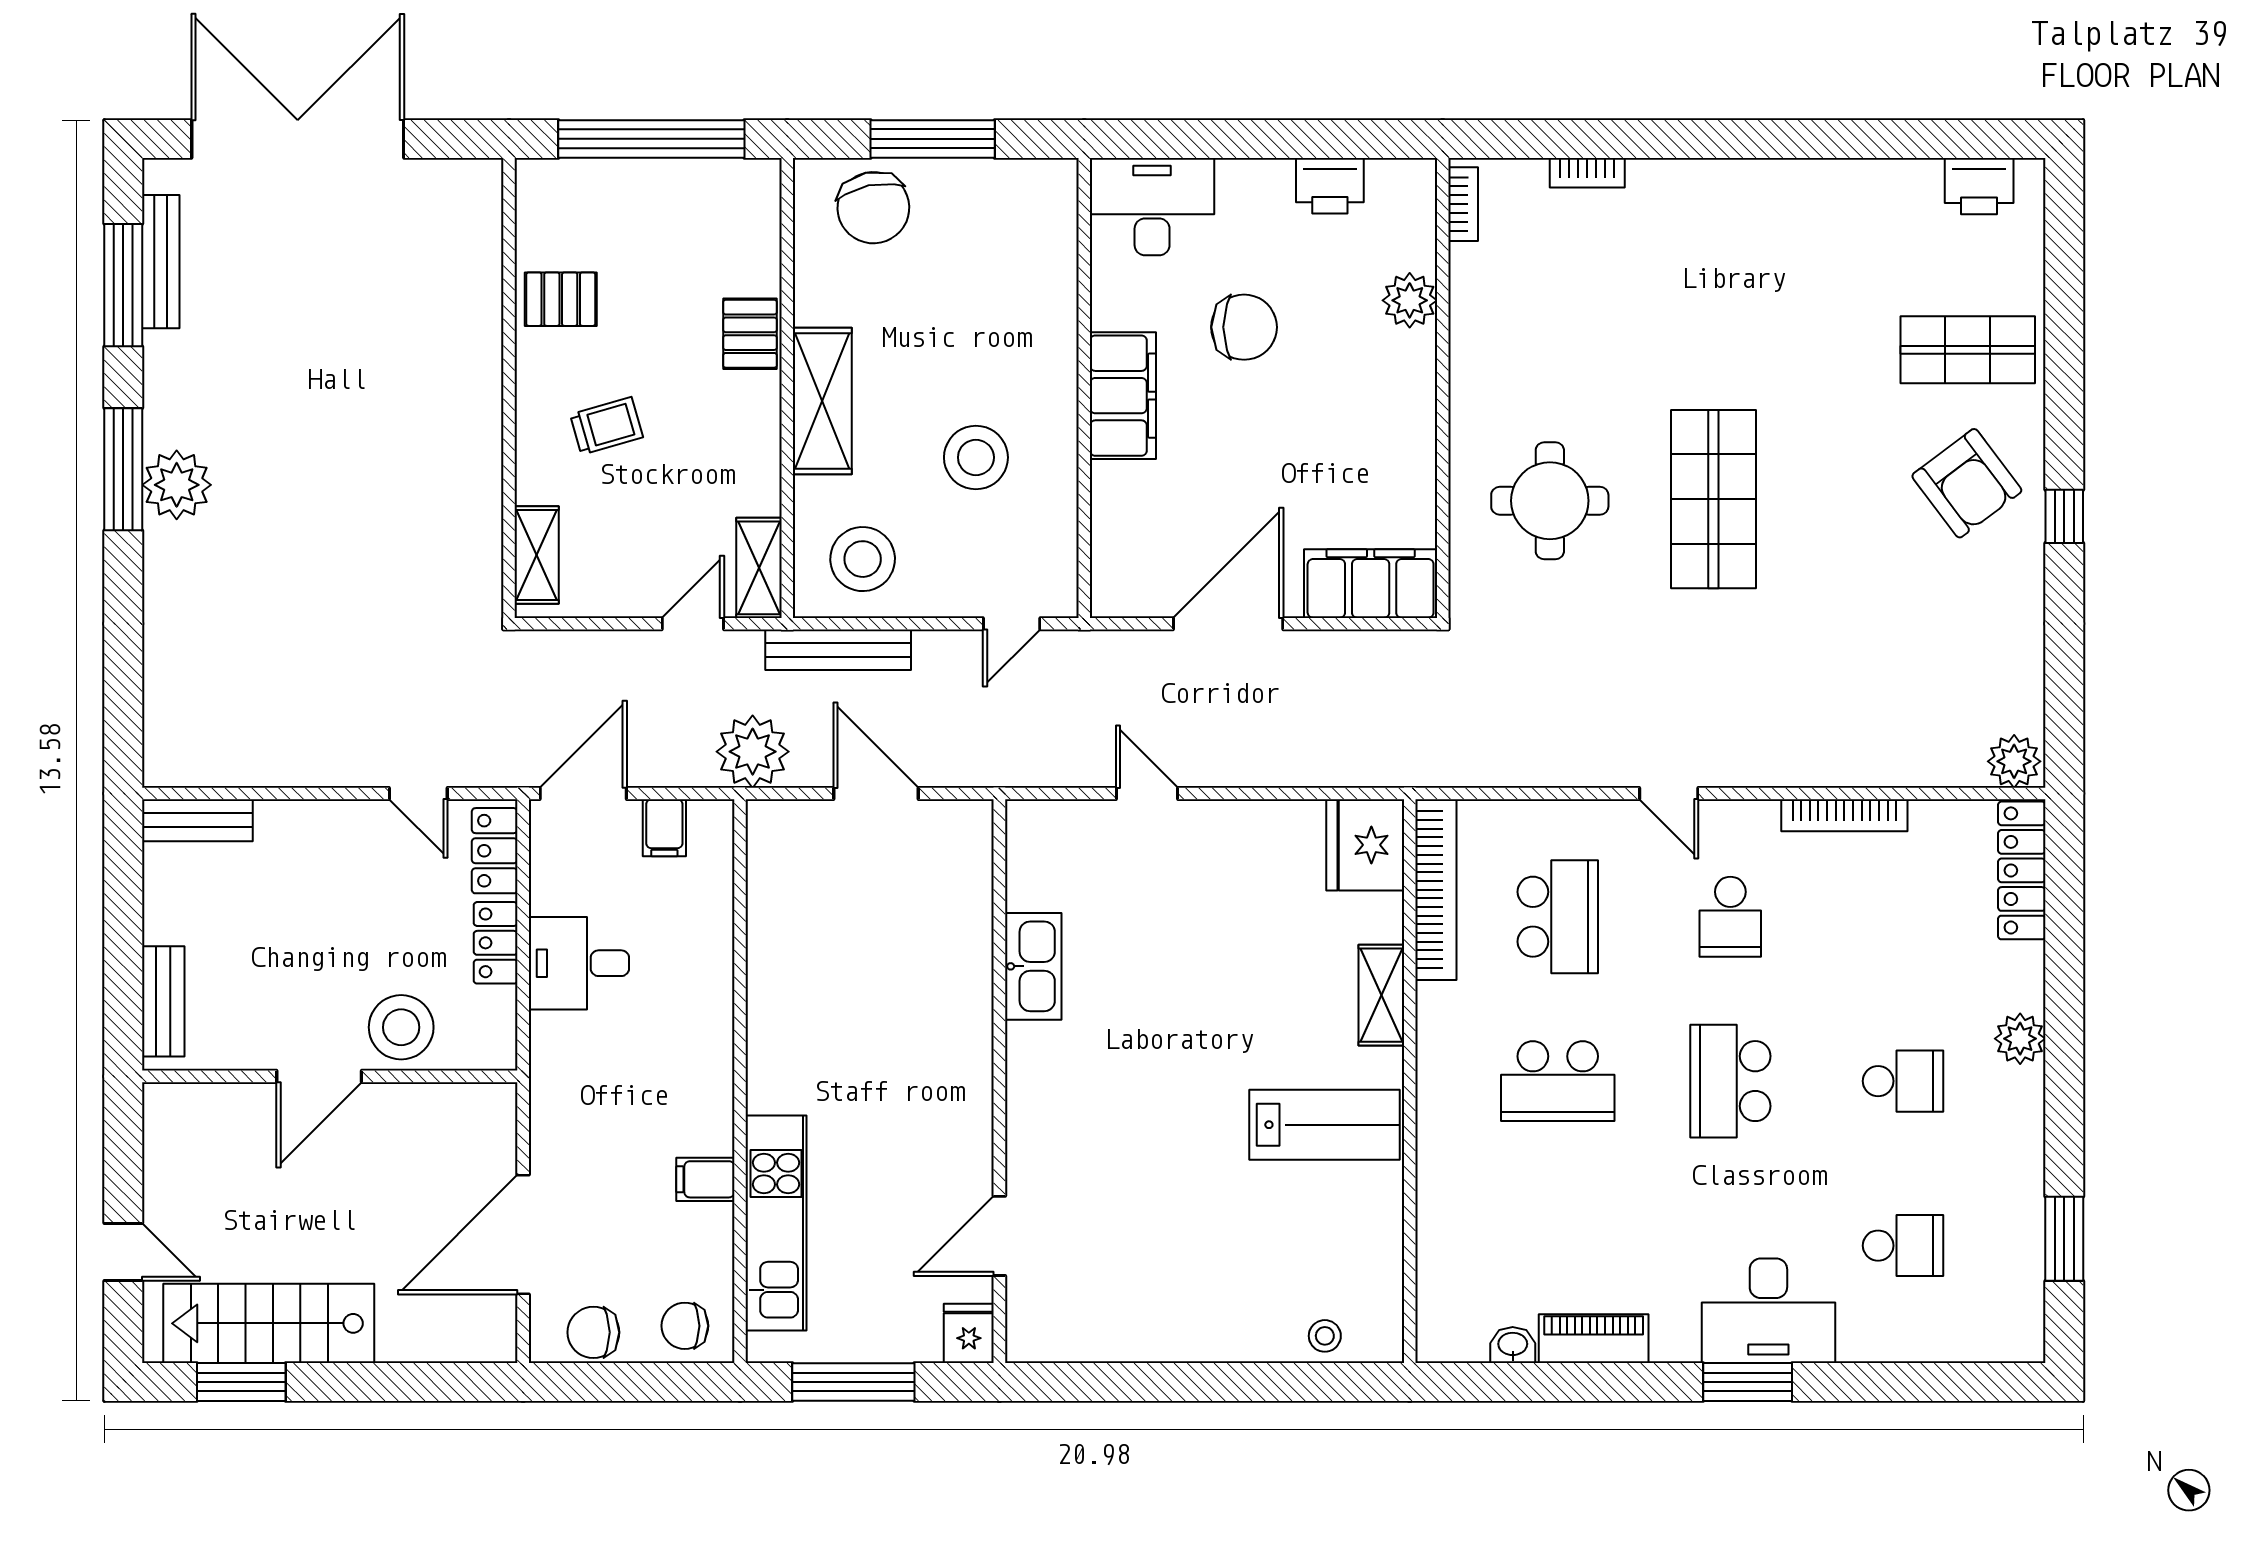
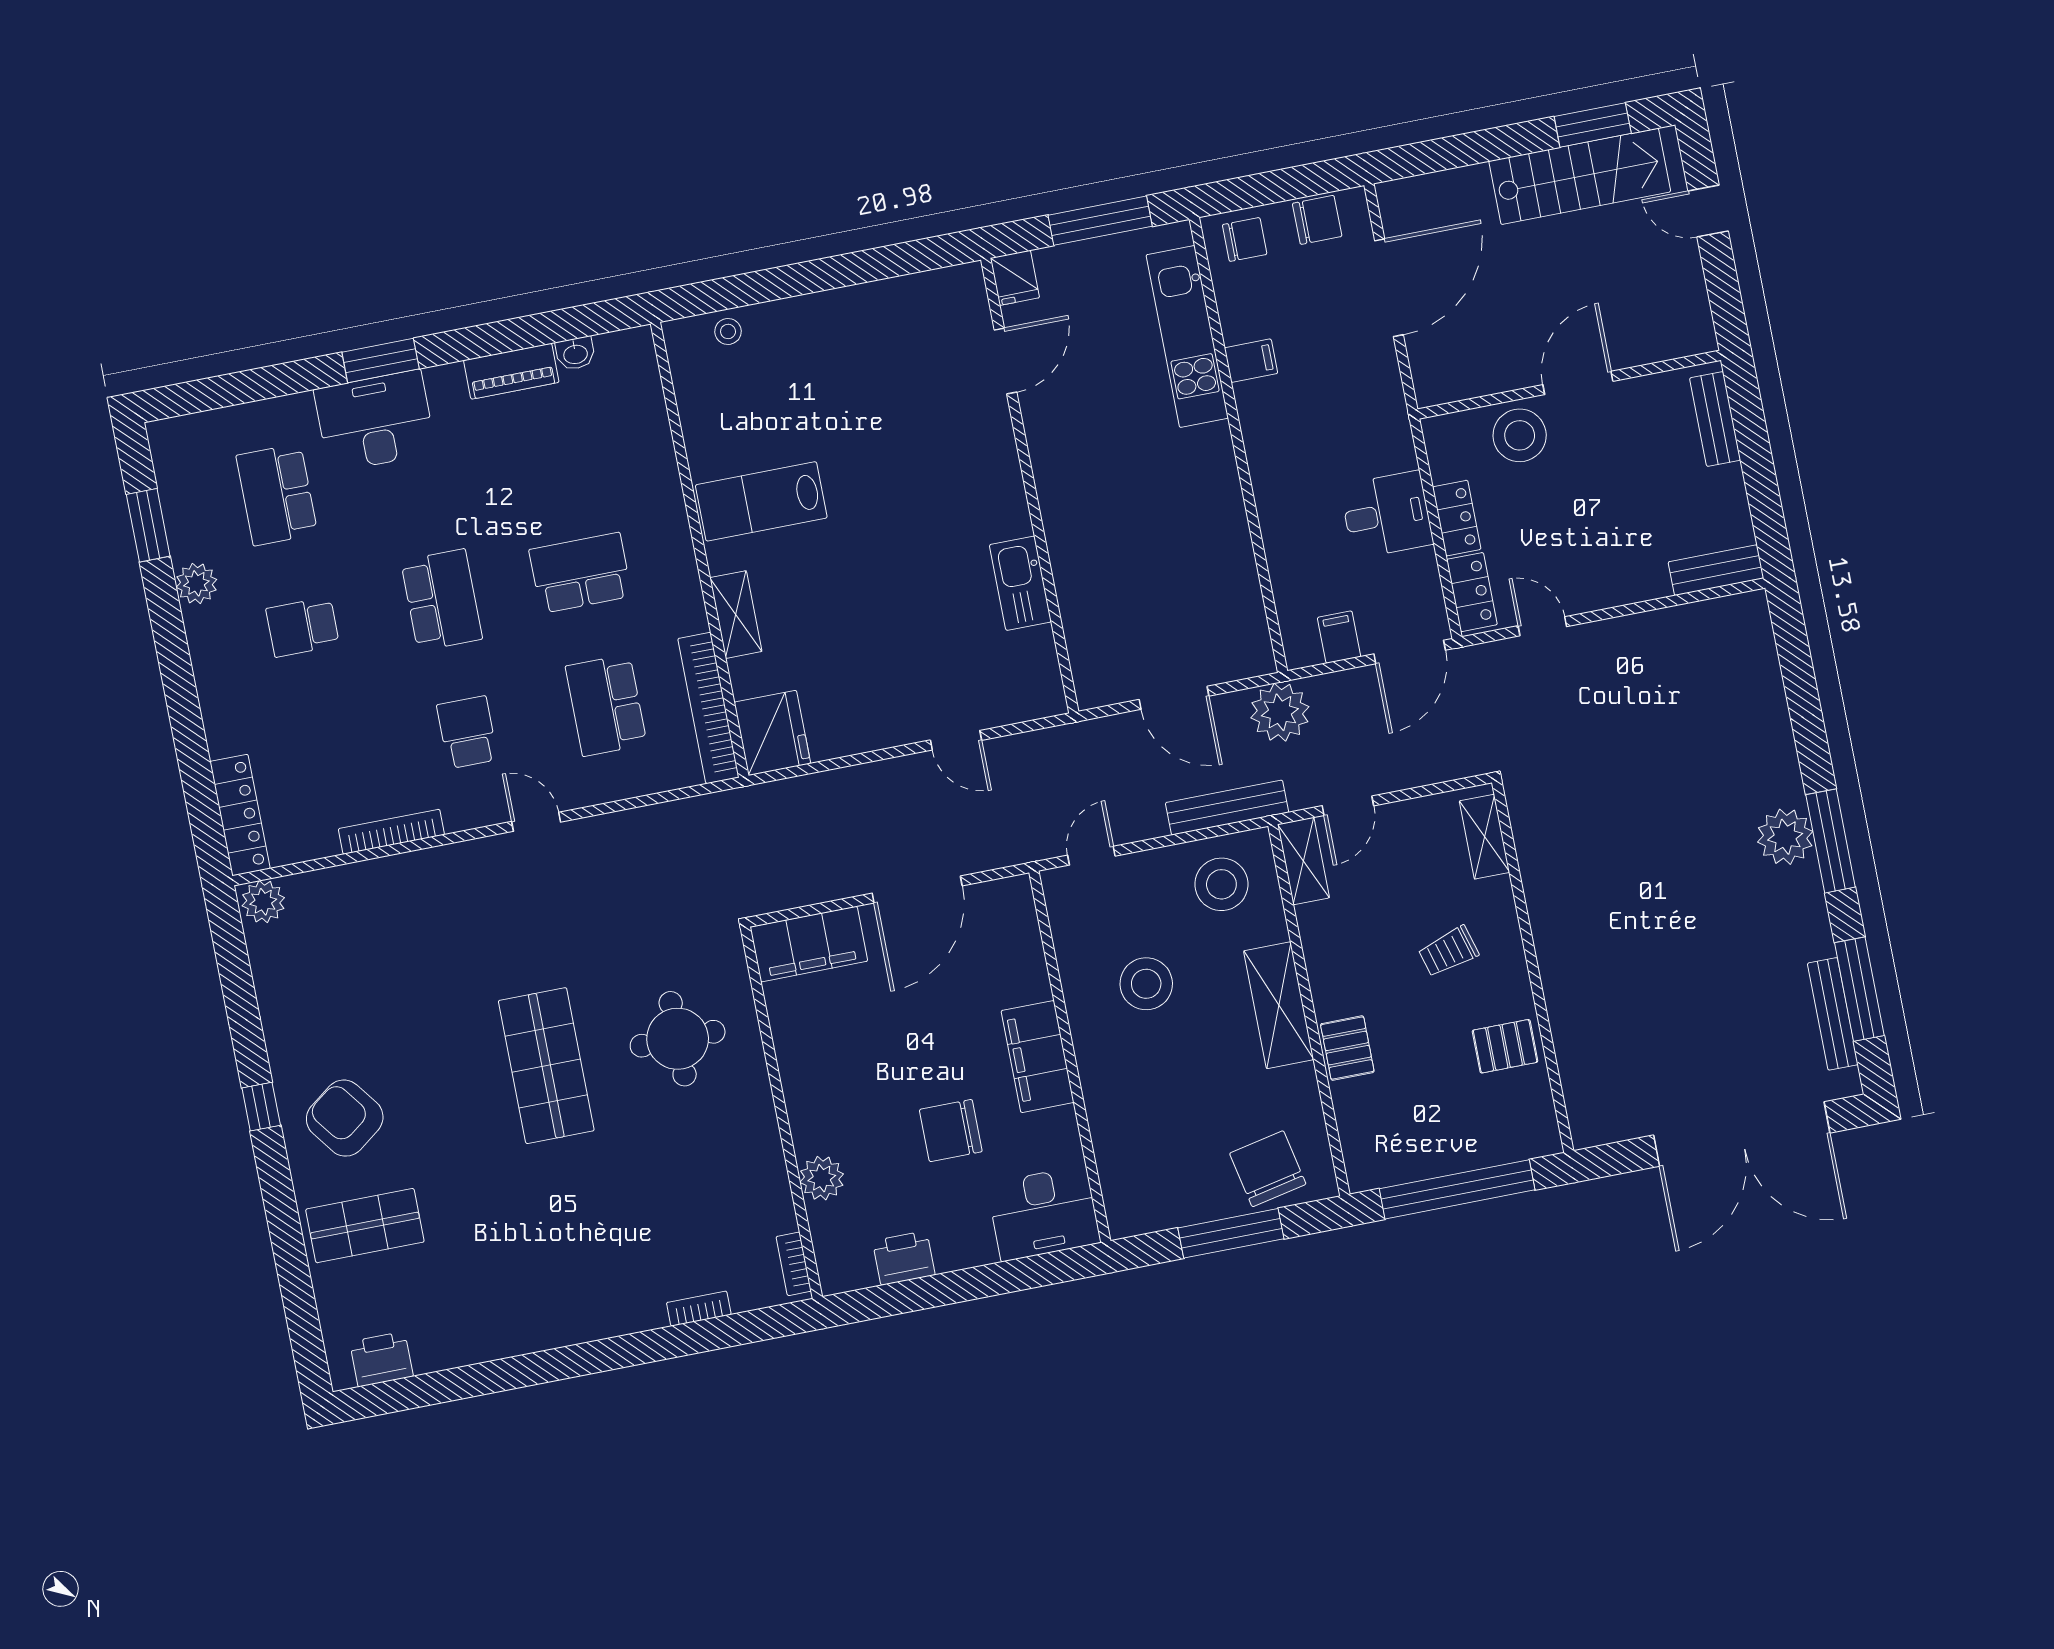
plant: (2020, 1039) -> (196, 583), moved
school desk: (1903, 1246) -> (277, 495), width x1.85

